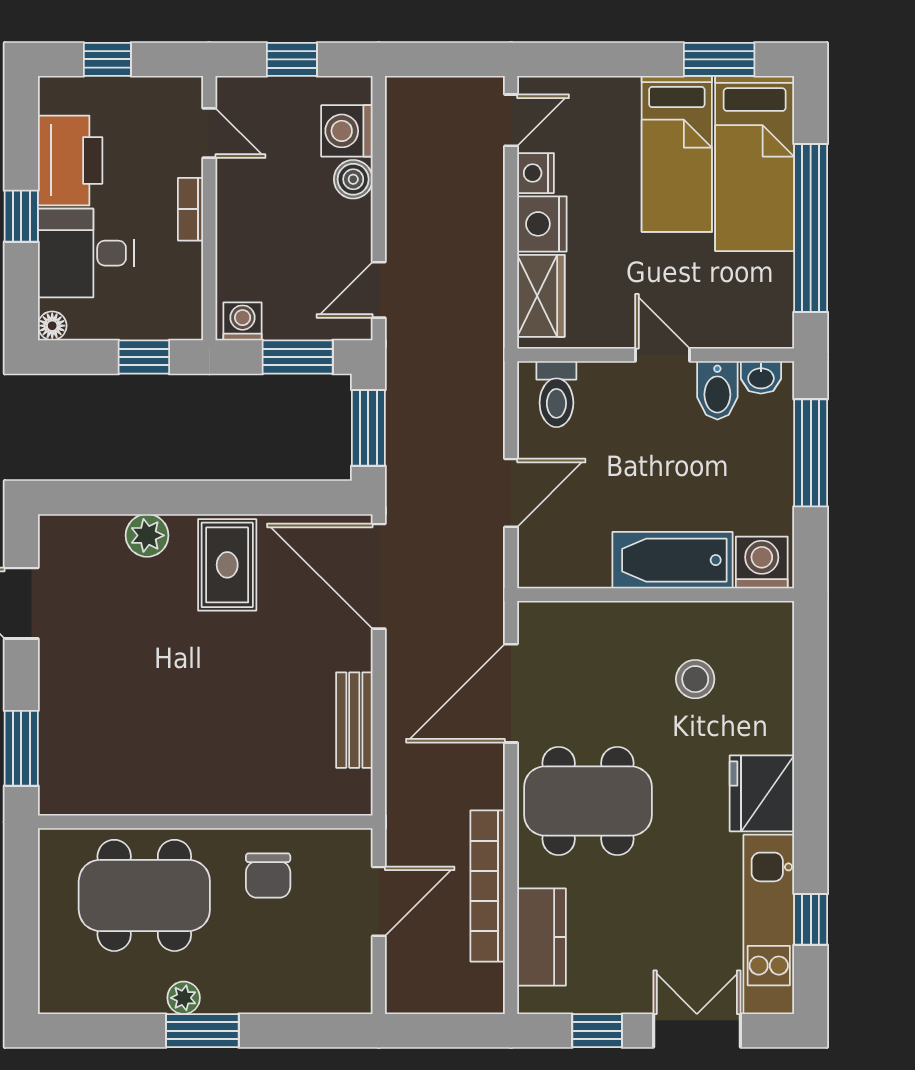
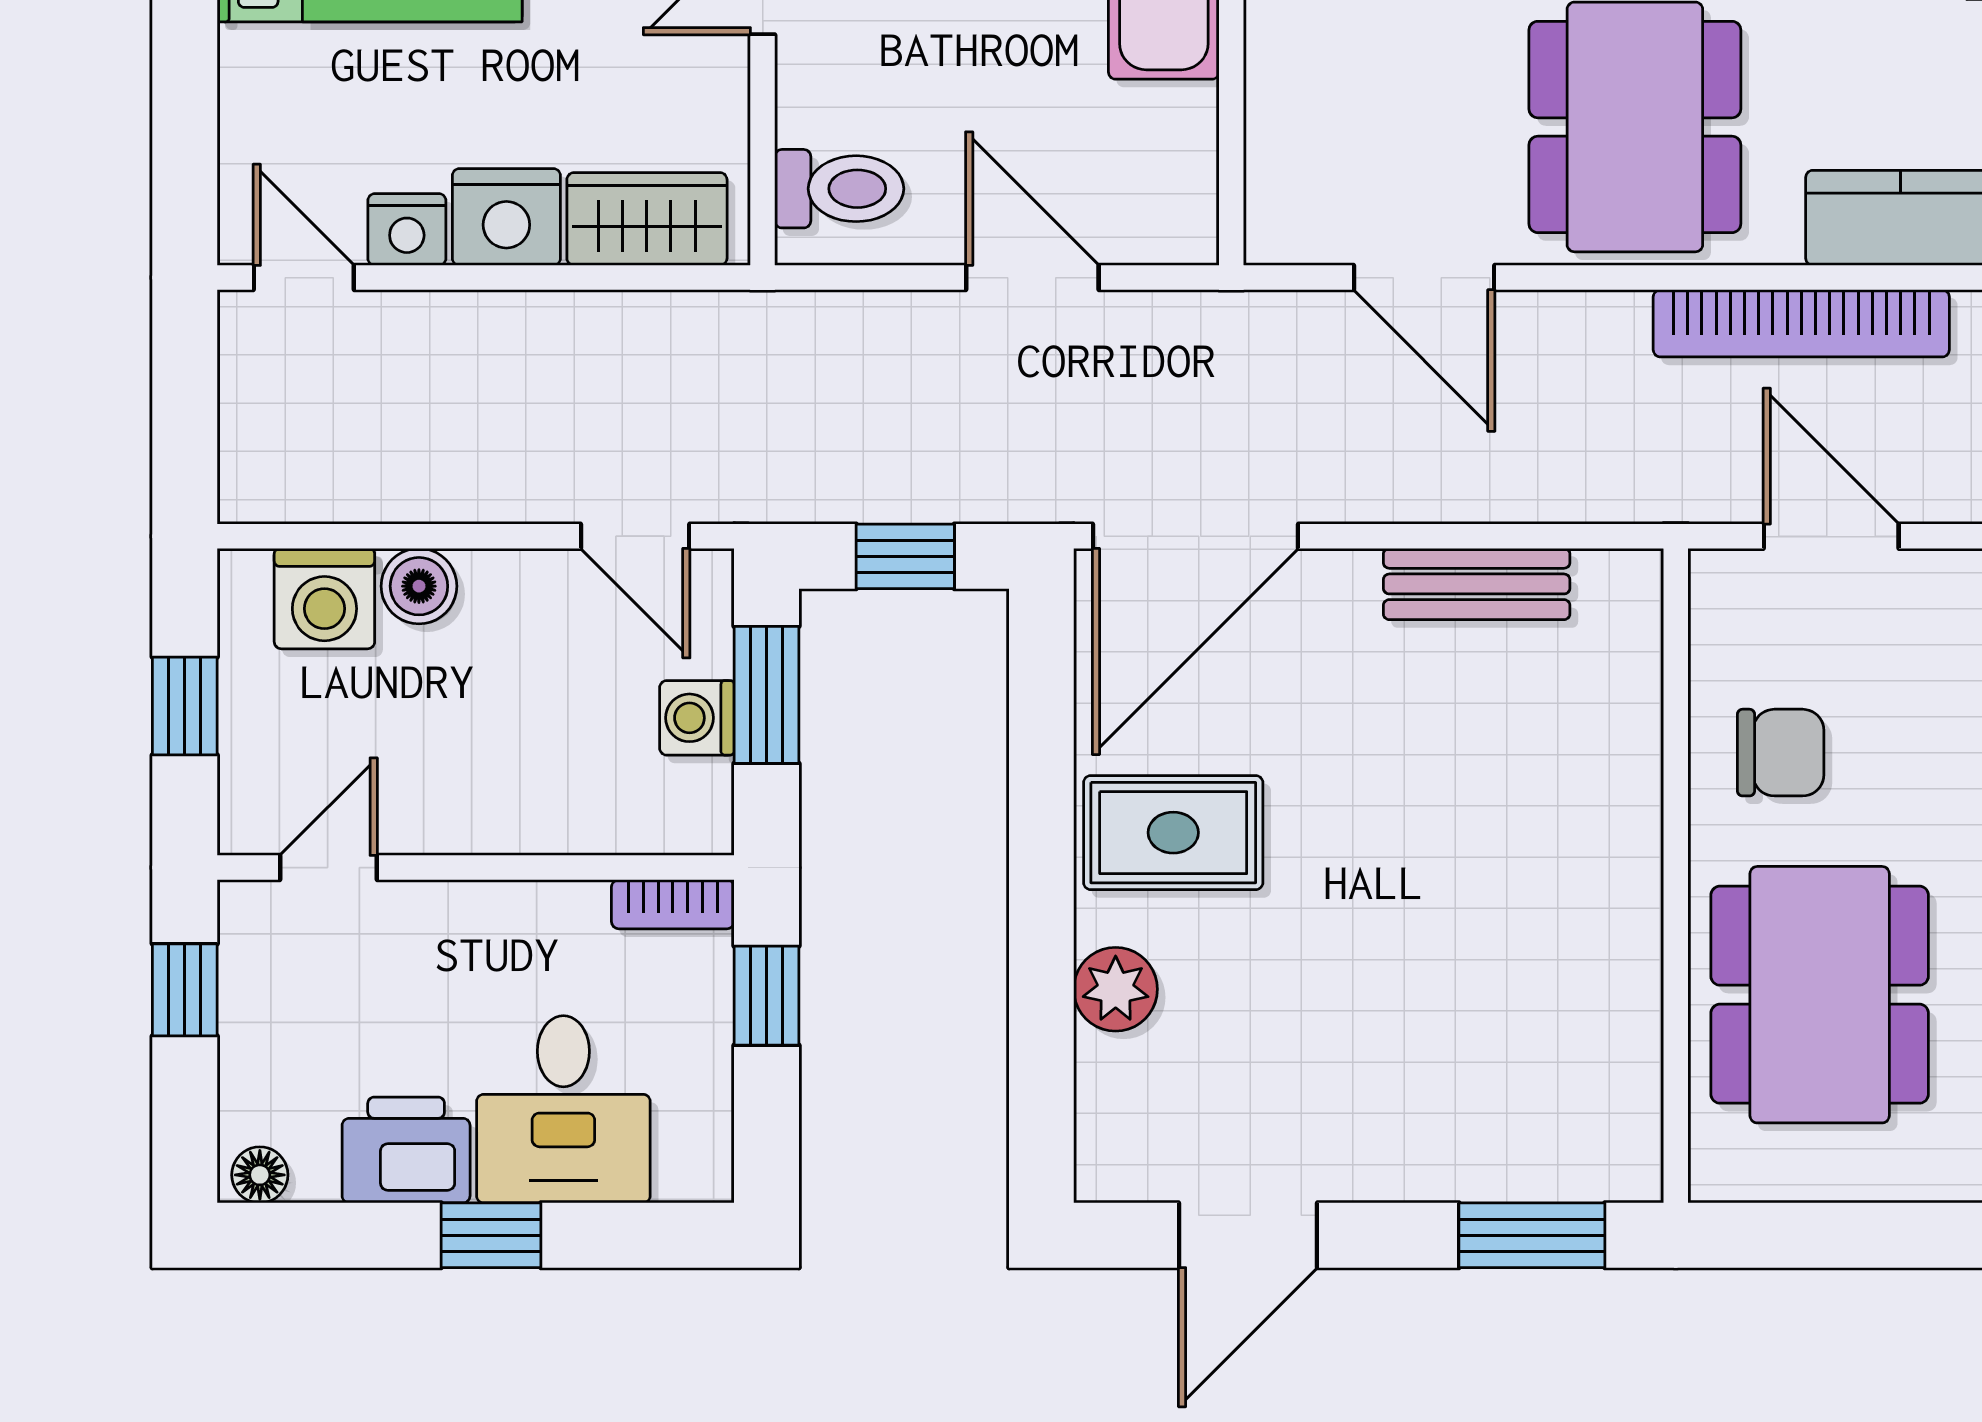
window: (107, 59) -> (185, 990), moved
printer: (70, 160) -> (406, 1150), width x0.73, depth x0.84
bookcase: (191, 209) -> (673, 904), moved
washing machine: (243, 321) -> (697, 718), moved
floor lamp: (52, 326) -> (260, 1175), moved
window: (368, 428) -> (905, 556), width x0.67
door: (511, 693) -> (1424, 278), width x0.73

